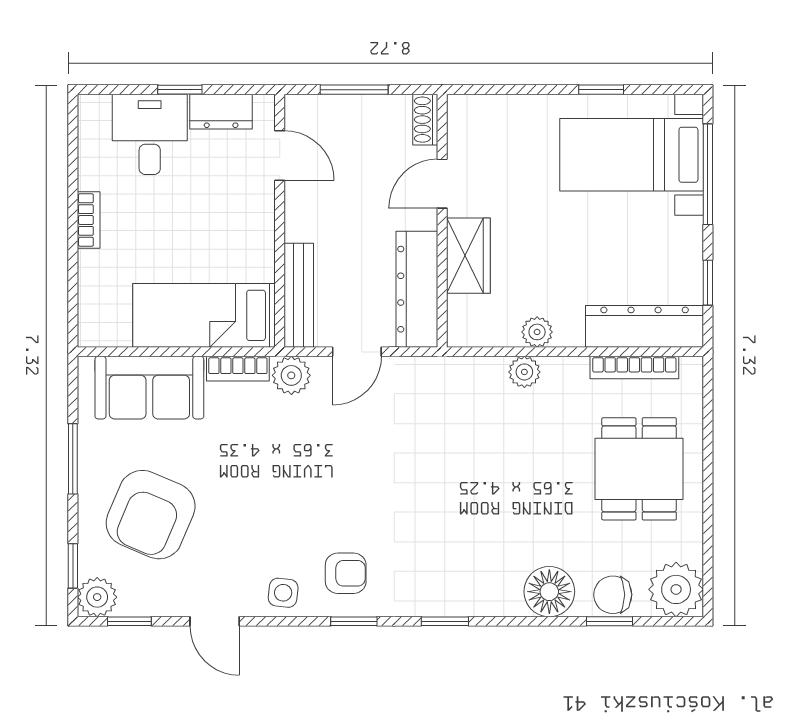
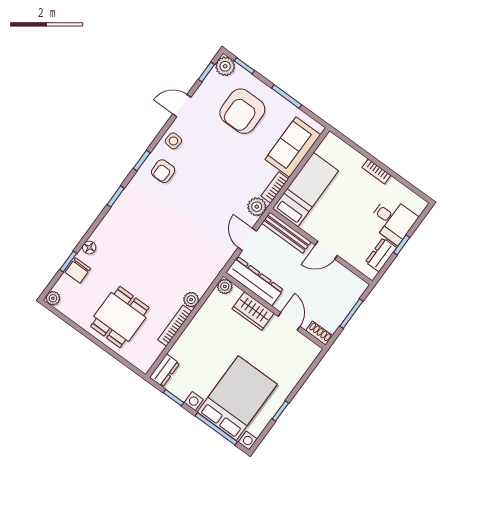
door: (280, 155) -> (326, 250), moved
bed with nightstands: (632, 155) -> (237, 398), width x1.36
dresser: (645, 326) -> (165, 370), width x0.51, depth x0.80
plant: (537, 332) -> (225, 286), moved
bookcase: (634, 368) -> (175, 326), moved
dining table: (639, 469) -> (120, 317), turned 90
armchair: (151, 515) -> (242, 111), turned -113
plant: (676, 589) -> (53, 298), width x0.53, depth x0.53
floor lamp: (549, 592) -> (89, 247), width x0.53, depth x0.53
chair: (613, 595) -> (78, 270), turned 180

